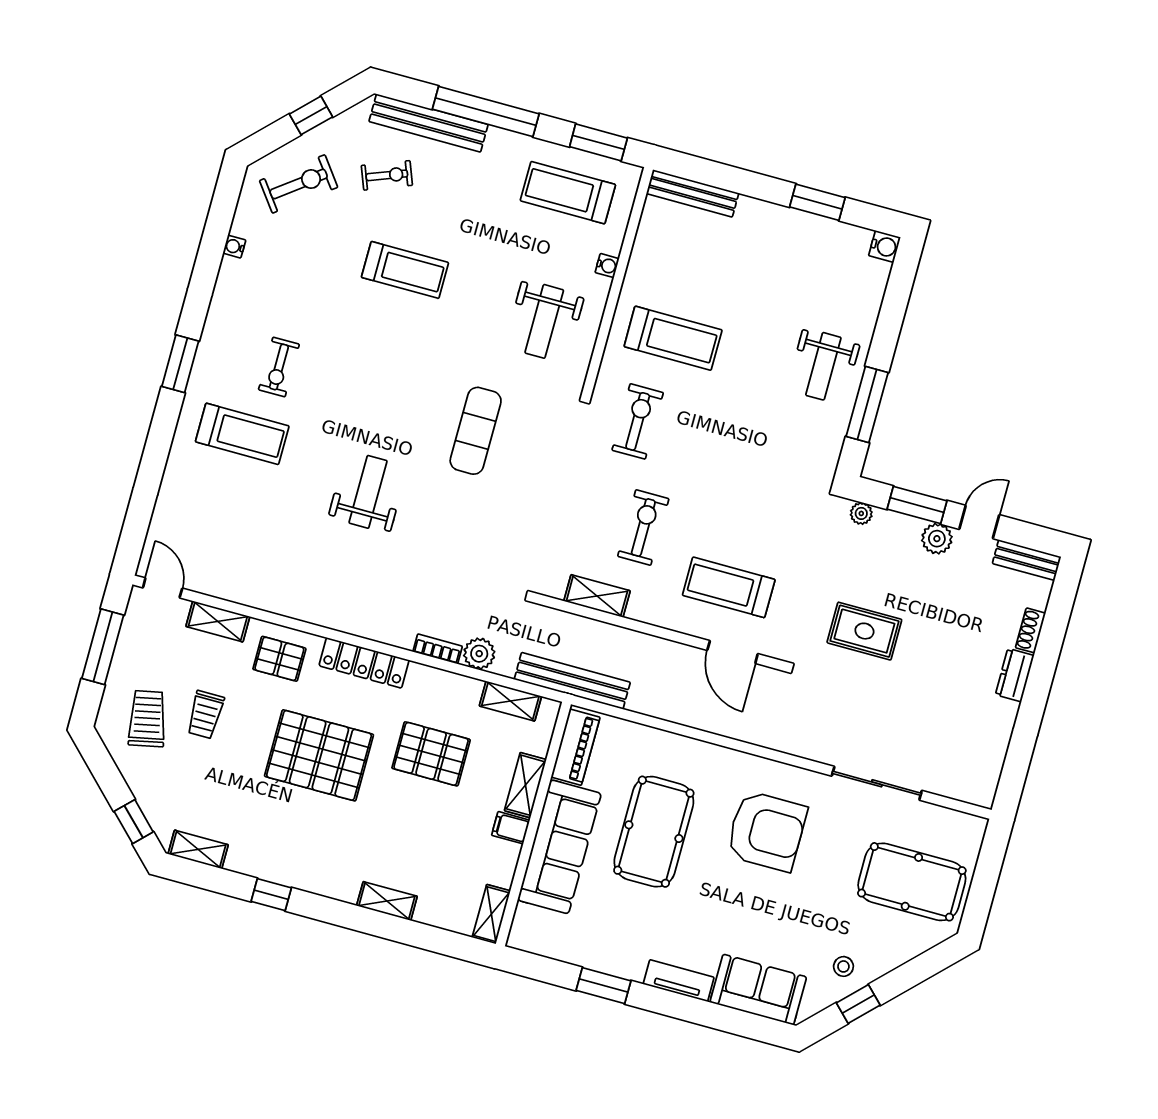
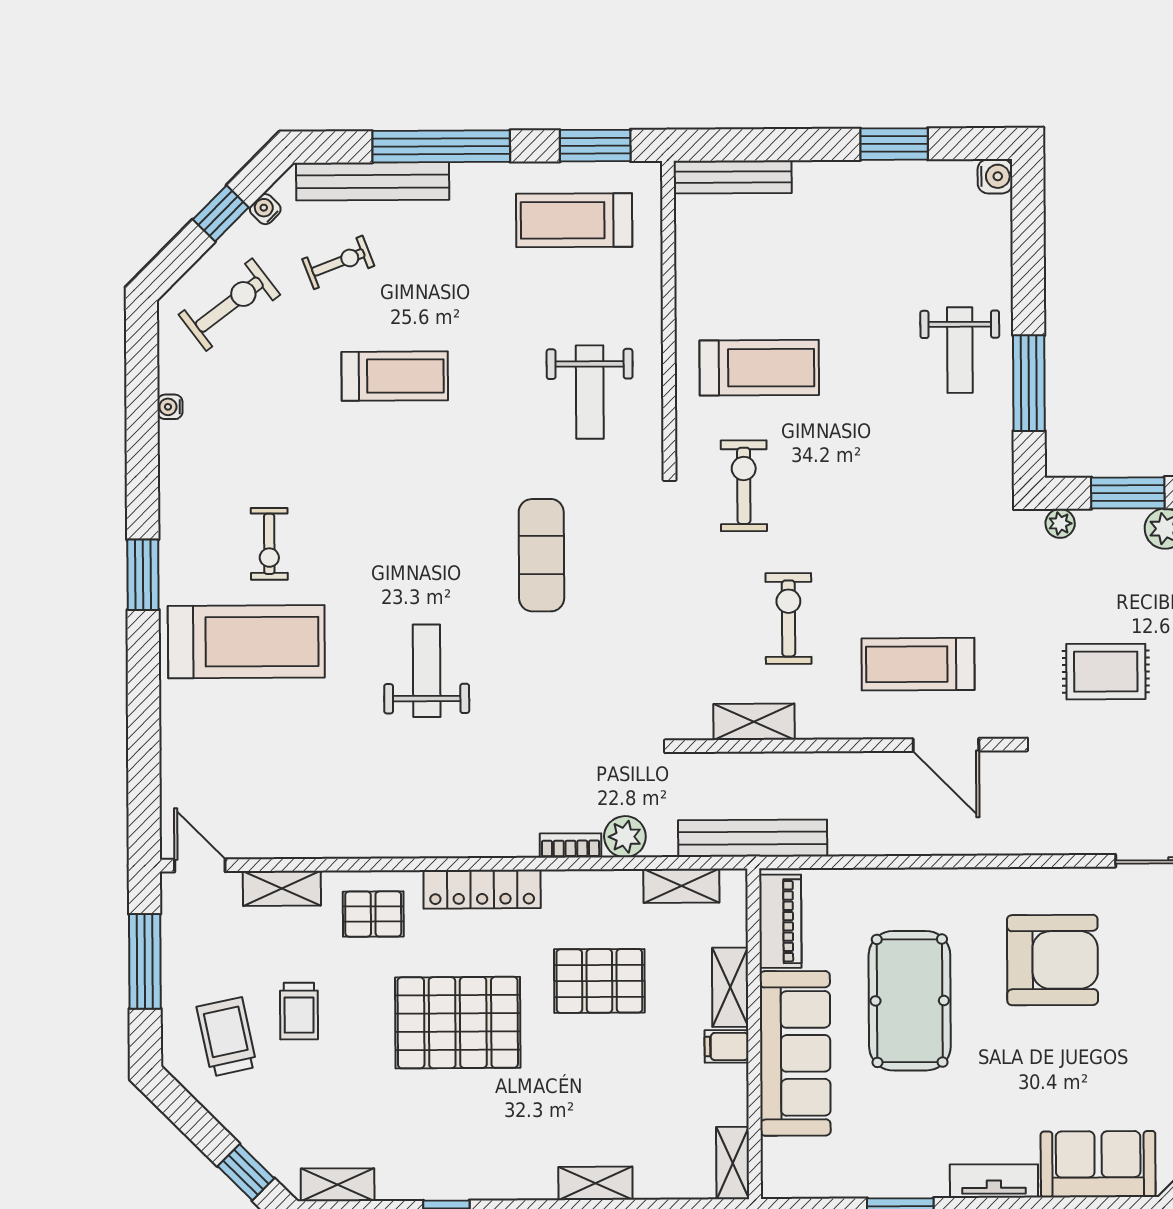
water cooler: (607, 266) -> (265, 209), moved, turned -135
treadmill: (242, 434) -> (246, 642), width x1.37, depth x1.37

